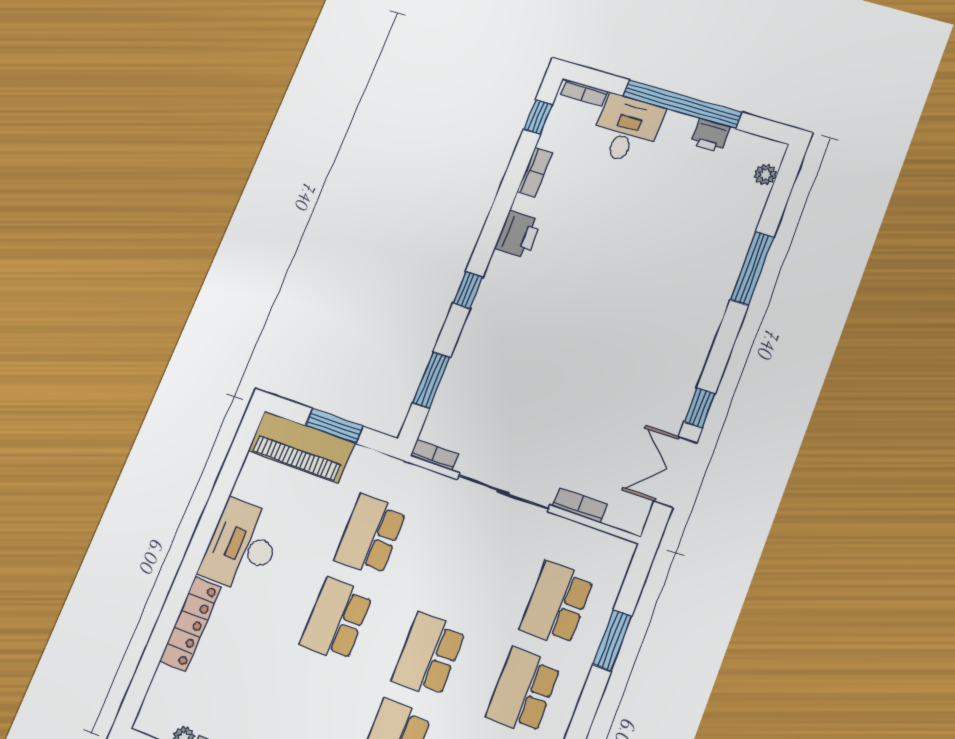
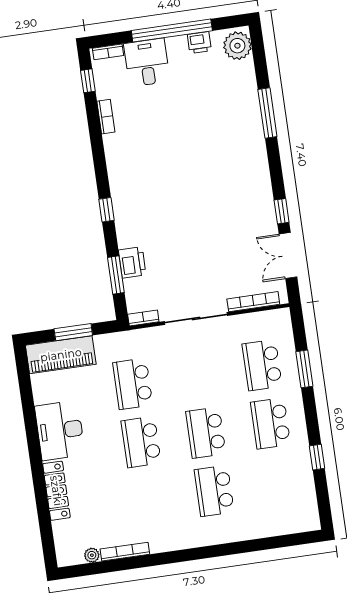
plant: (765, 174) -> (237, 46), width x1.87, depth x1.87
printer: (518, 234) -> (132, 262), moved
bookcase: (580, 505) -> (253, 302), width x1.56

